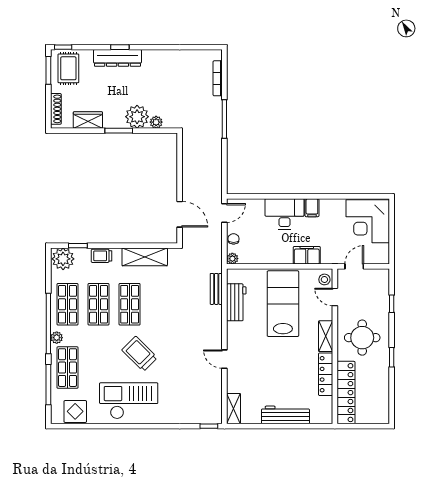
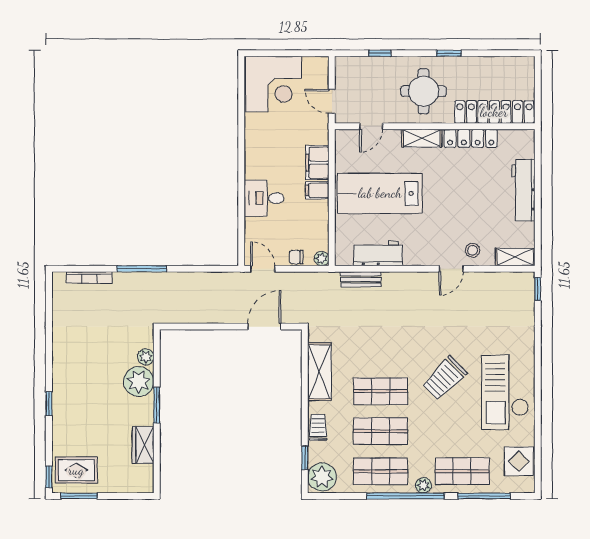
dresser: (118, 58) -> (63, 407), removed
shoe rack: (56, 109) -> (129, 486), removed
filing cabinet: (312, 208) -> (317, 190), moved, turned 180
desk: (285, 214) -> (264, 198), width x0.73
trolley: (102, 256) -> (318, 427), turned 180
stool: (324, 279) -> (473, 250), moved

